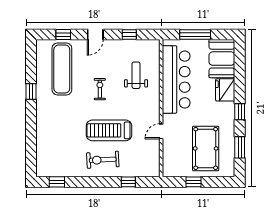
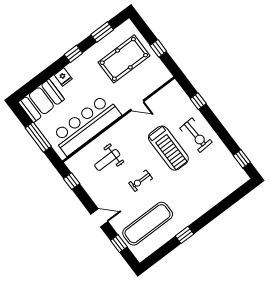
window: (129, 35) -> (72, 181), moved
fridge: (225, 90) -> (63, 77), width x0.53, depth x0.75

